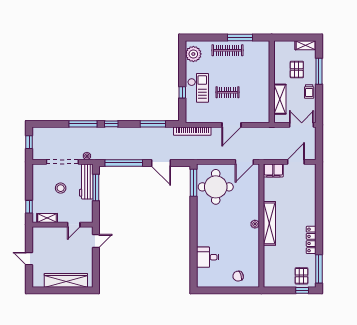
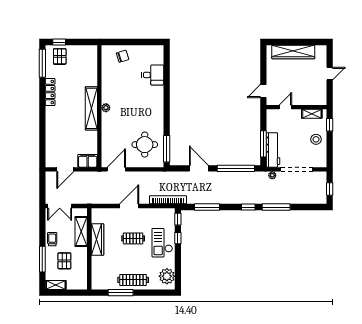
wardrobe: (263, 91) -> (97, 239), added
window: (182, 112) -> (178, 219), added
round table: (216, 187) -> (145, 145), width x0.73, depth x0.73
stool: (61, 188) -> (316, 139), moved
door: (29, 259) -> (330, 74), hinge flipped

